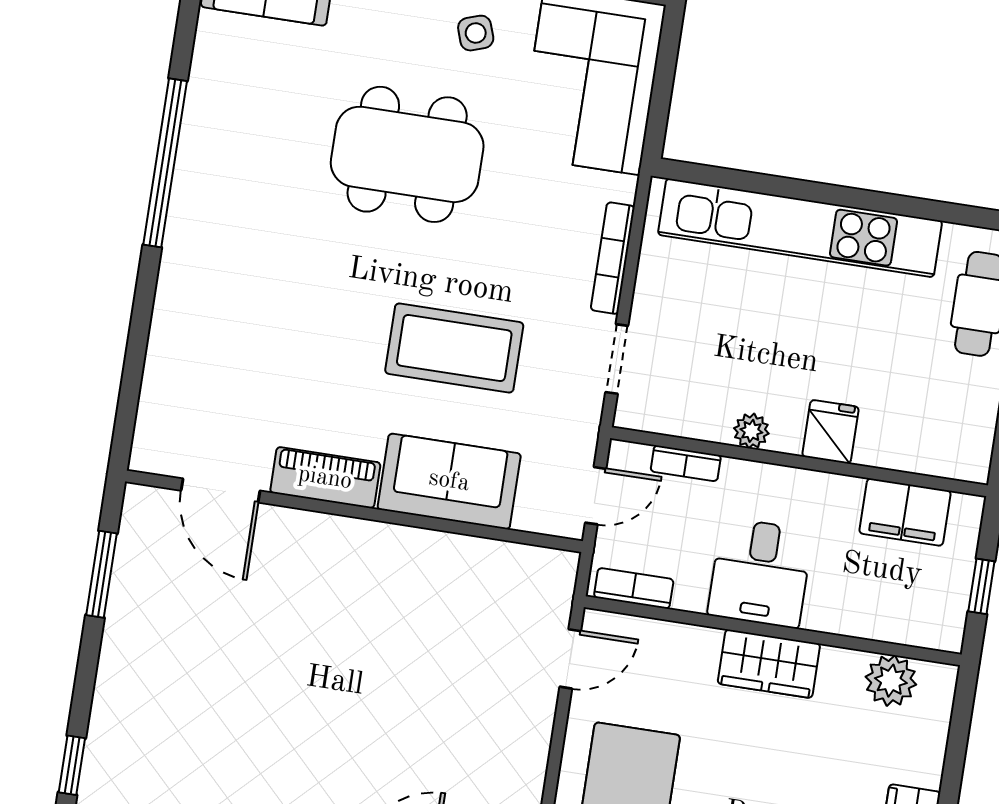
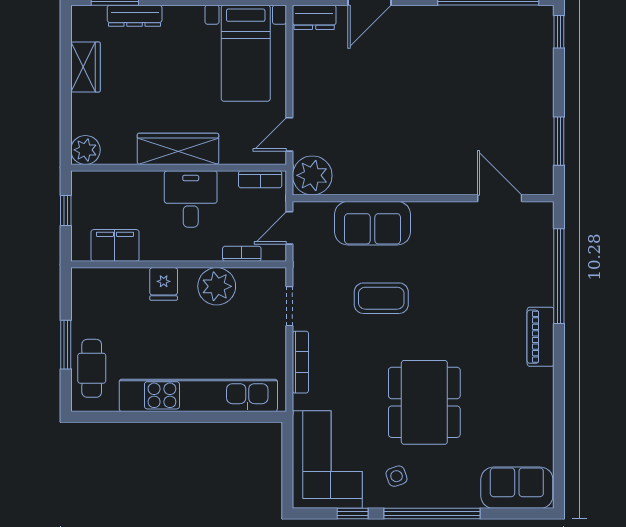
dining table: (407, 154) -> (424, 402), turned 90
window: (165, 163) -> (559, 276), moved
coffee table: (454, 348) -> (381, 298), width x0.73, depth x0.76
plant: (751, 431) -> (217, 286), width x1.88, depth x1.88
piano: (325, 478) -> (541, 337), moved, turned 90
plant: (541, 581) -> (312, 175), added
wardrobe: (769, 664) -> (178, 149), width x1.50
plant: (891, 681) -> (85, 150), moved

